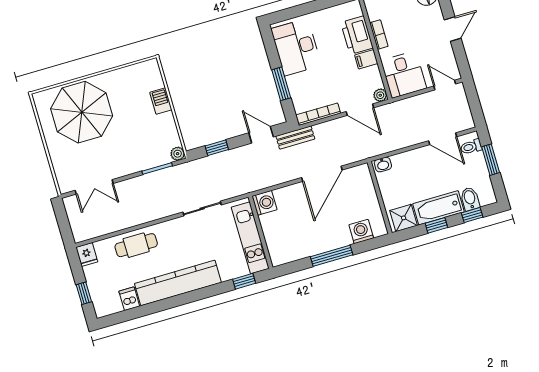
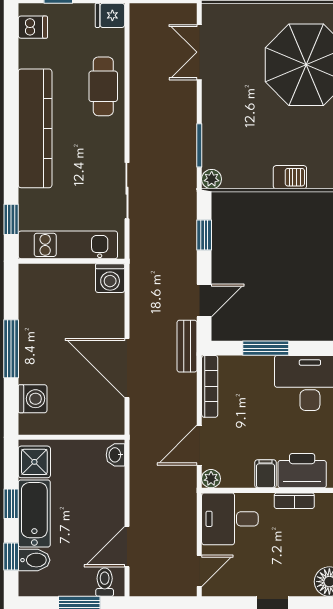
dishwasher: (129, 299) -> (33, 27), moved

